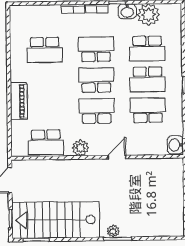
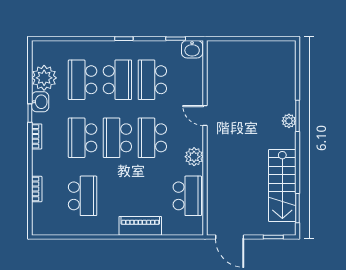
bookcase: (73, 9) -> (37, 189), moved
school desk: (147, 49) -> (83, 80), turned 180
stairs: (56, 220) -> (282, 185), width x0.73, depth x0.66

